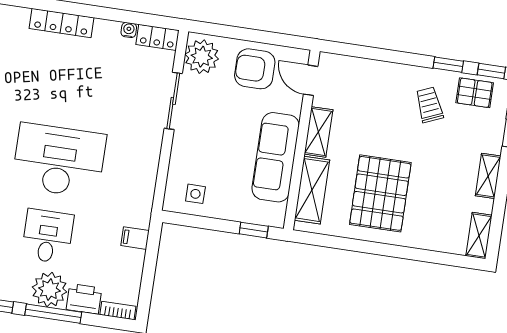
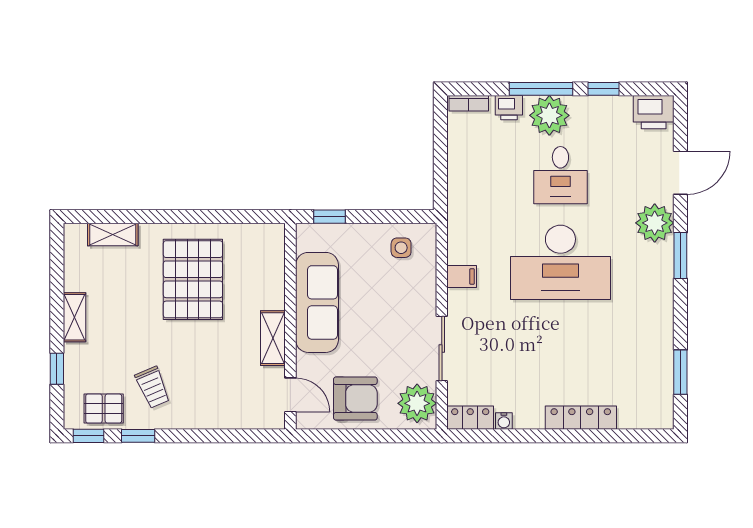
shelving: (312, 190) -> (270, 272), removed
shelving: (479, 235) -> (113, 235), moved, turned 90
filing cabinet: (135, 238) -> (462, 276), moved
printer: (84, 299) -> (509, 108), width x0.73, depth x0.81

